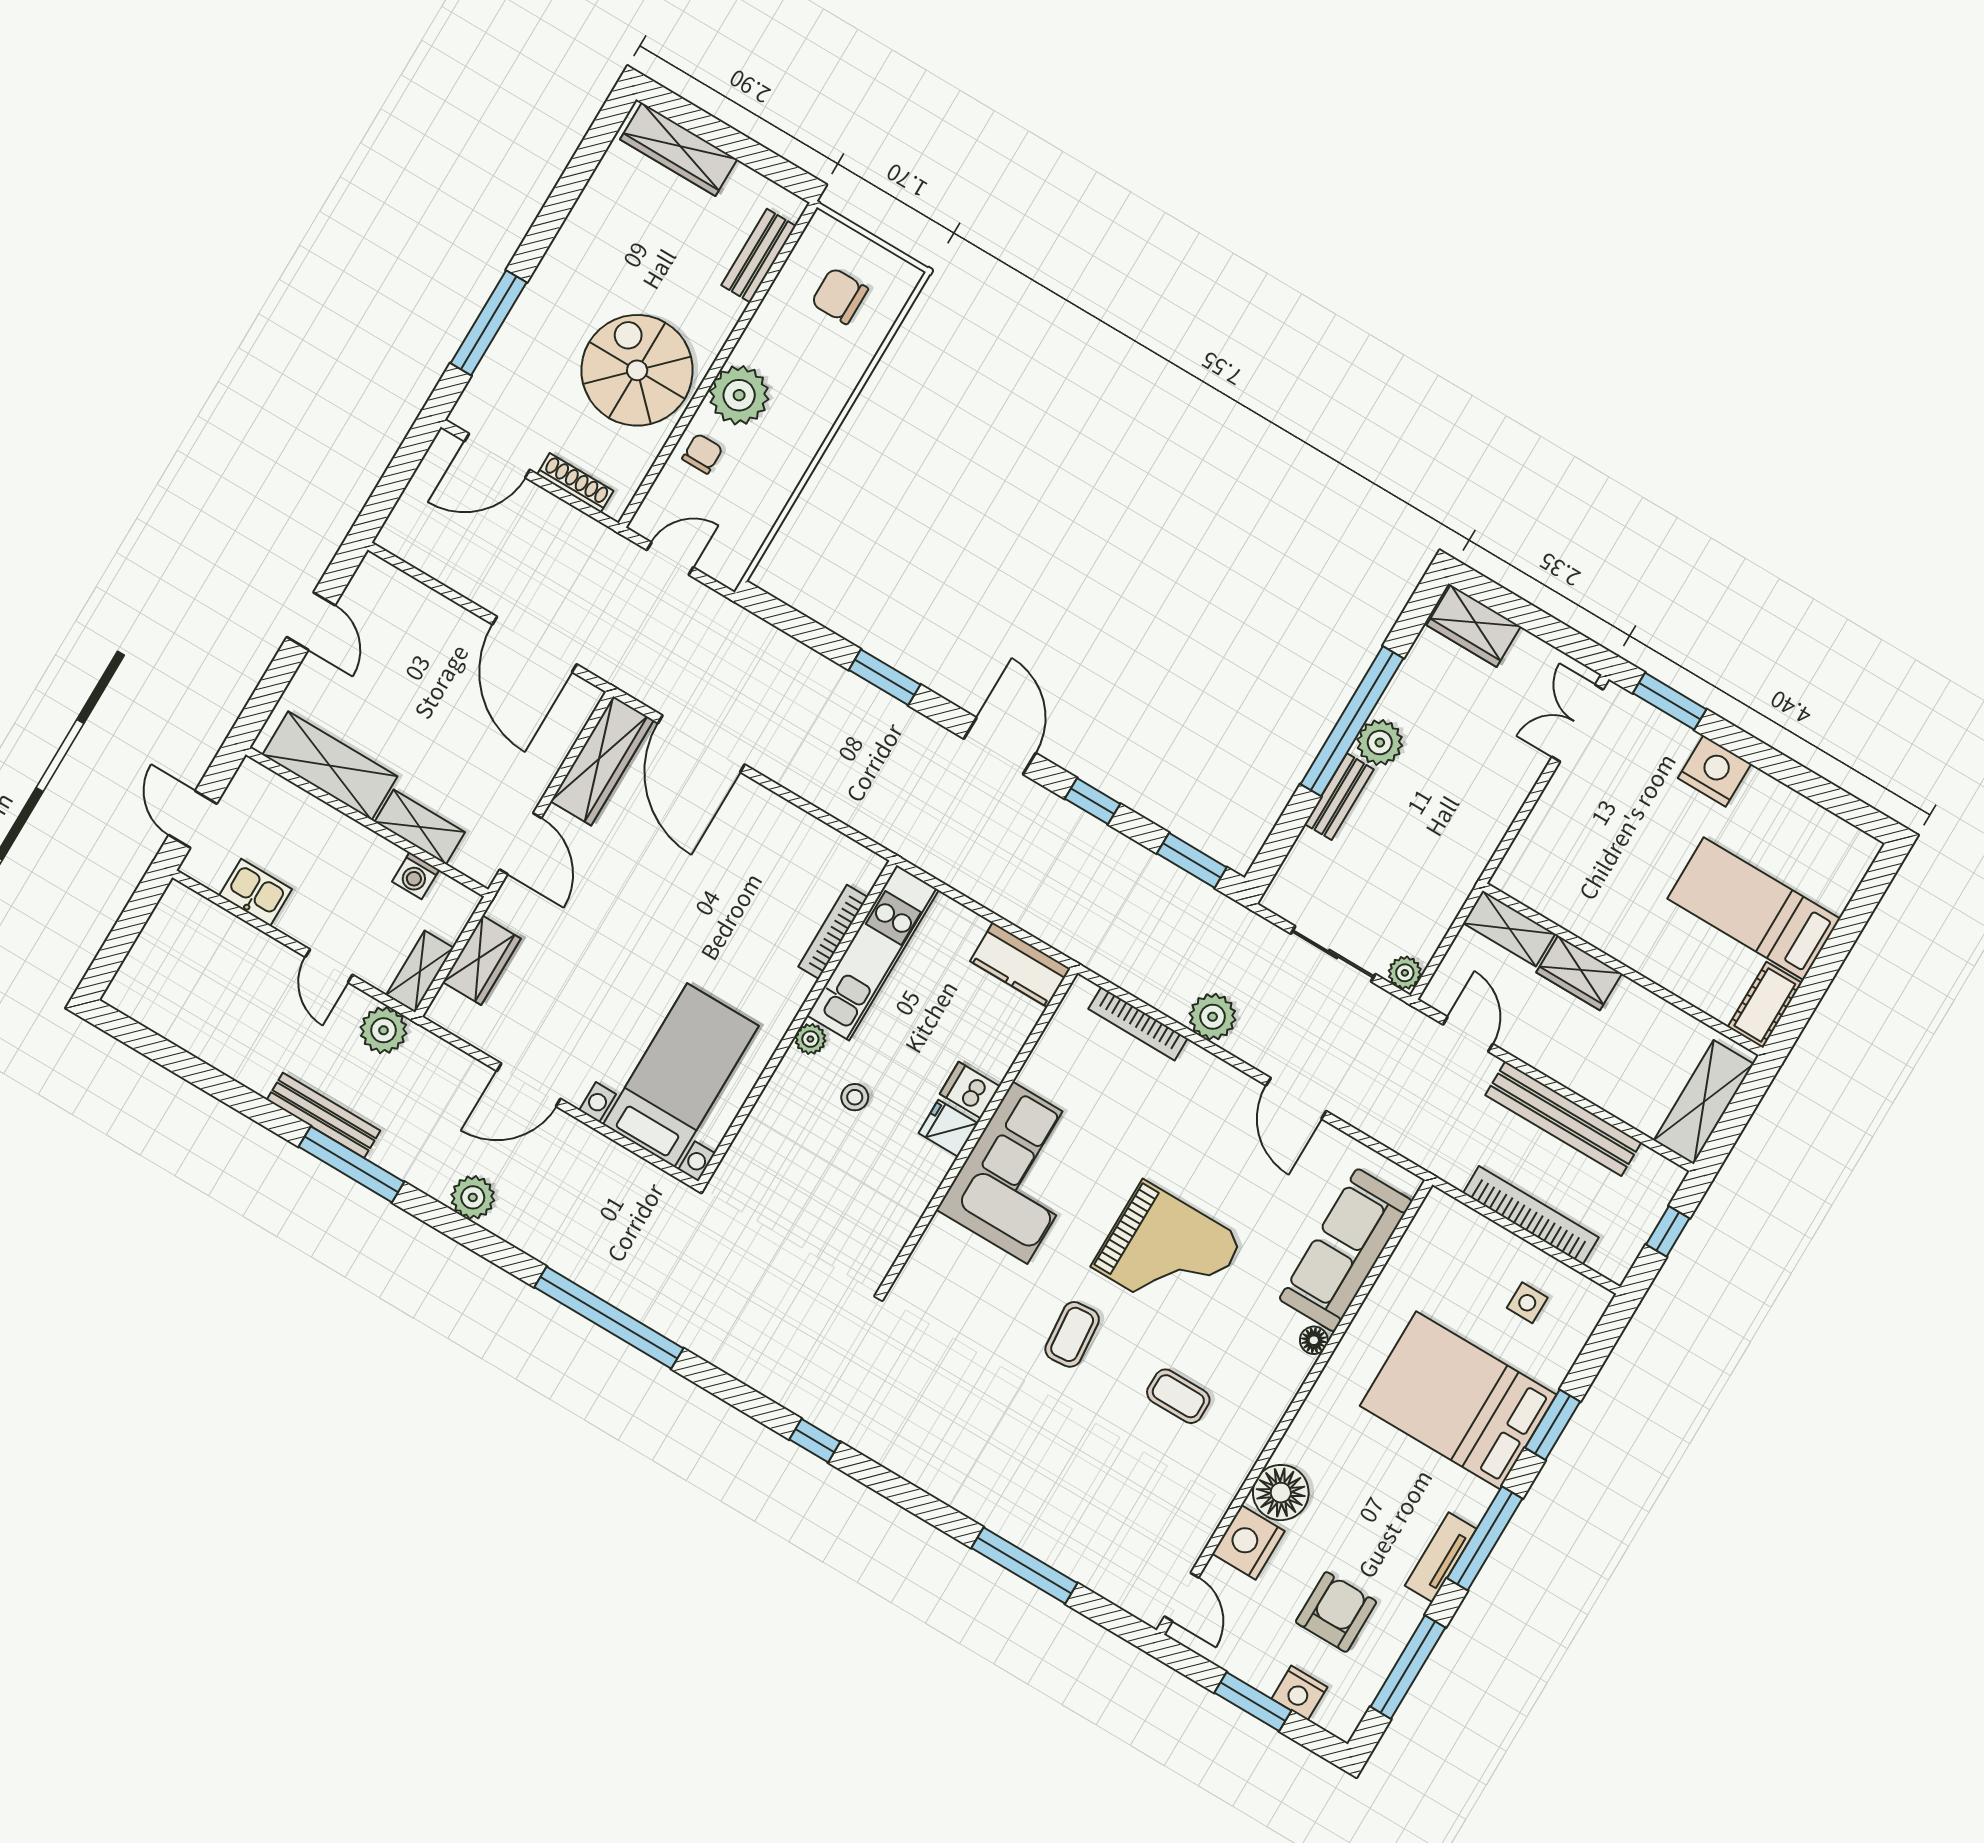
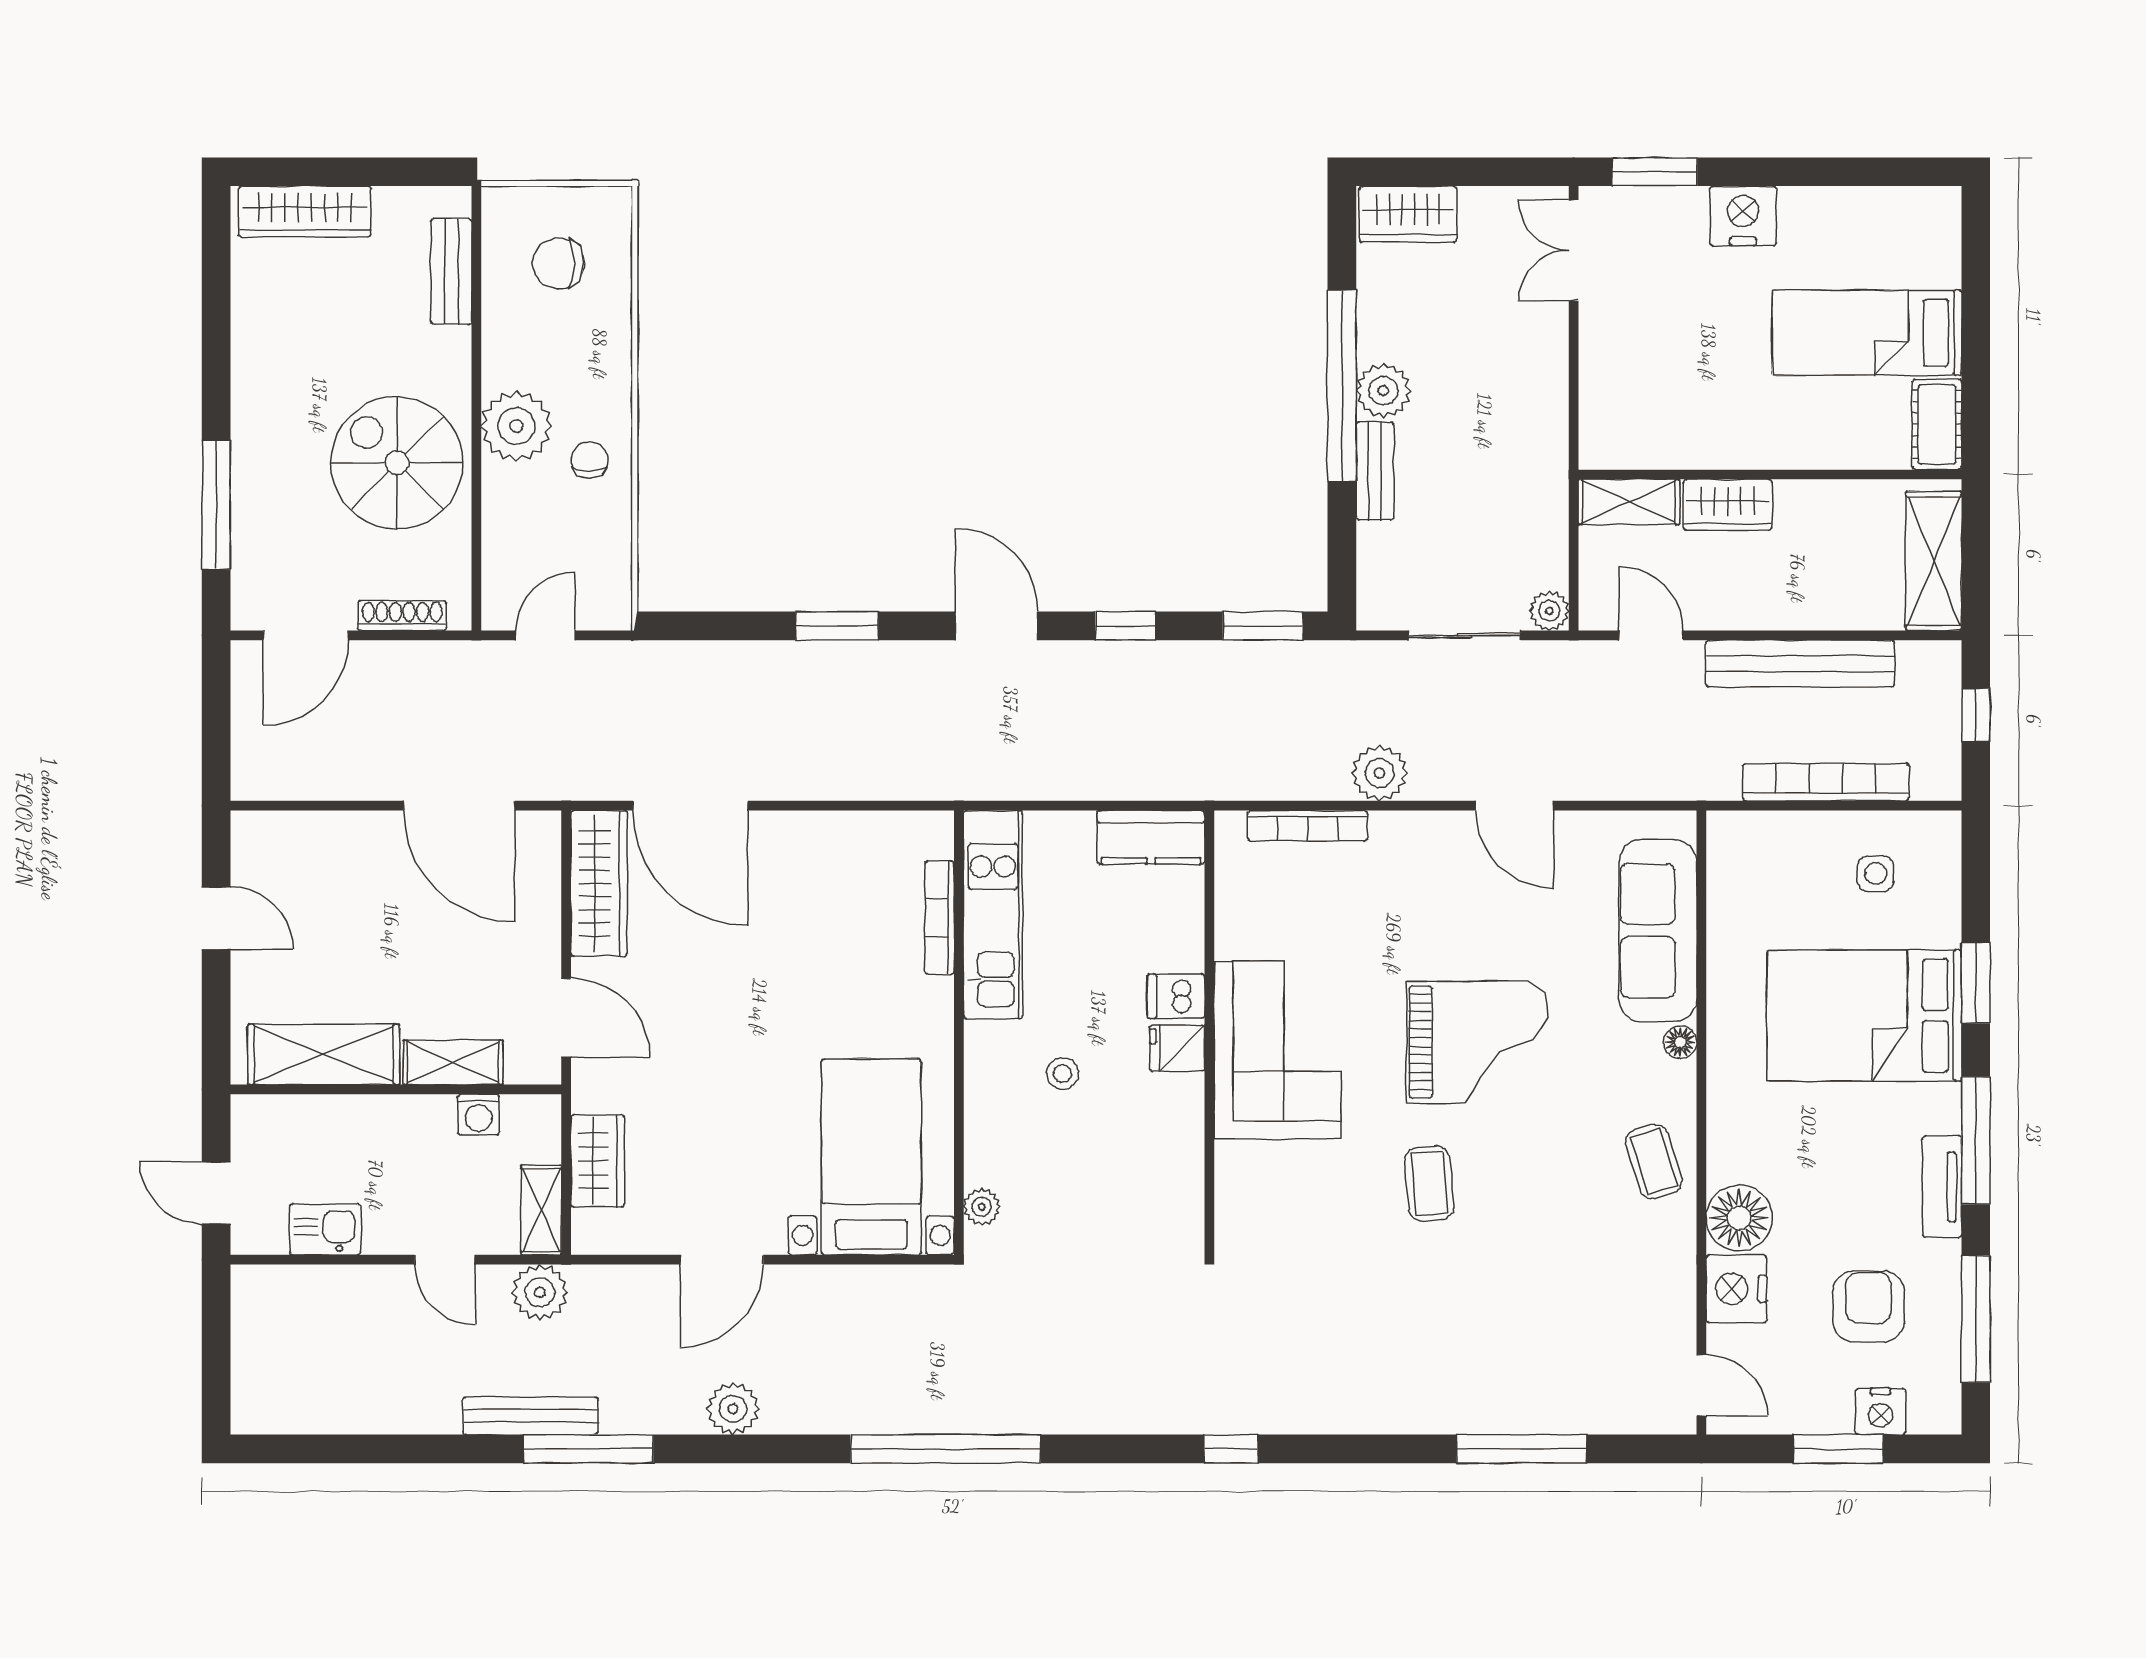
chair: (702, 454) -> (589, 460), moved
plant: (810, 1039) -> (982, 1207), moved
coffee table: (1178, 1396) -> (1654, 1161), moved, turned 73

